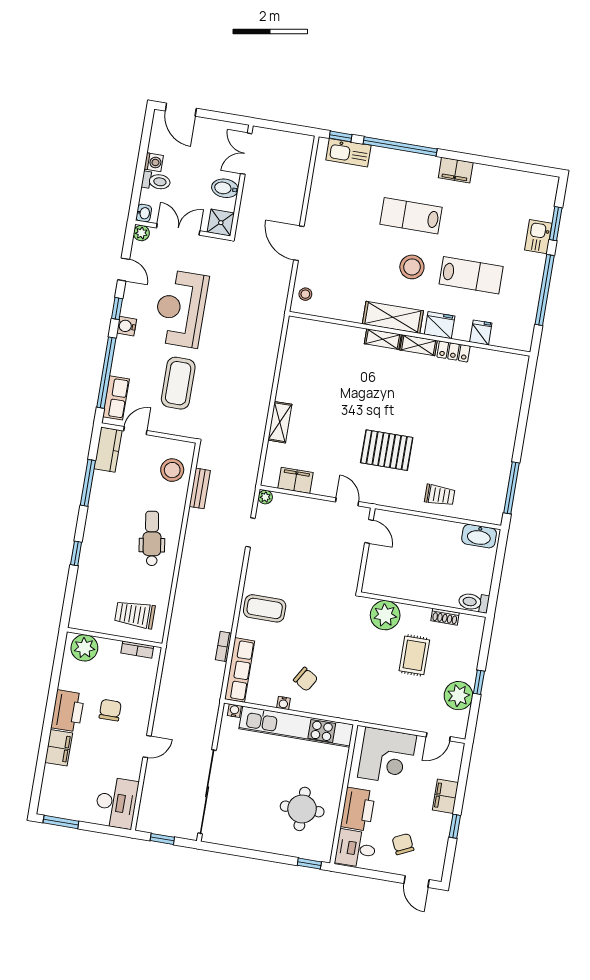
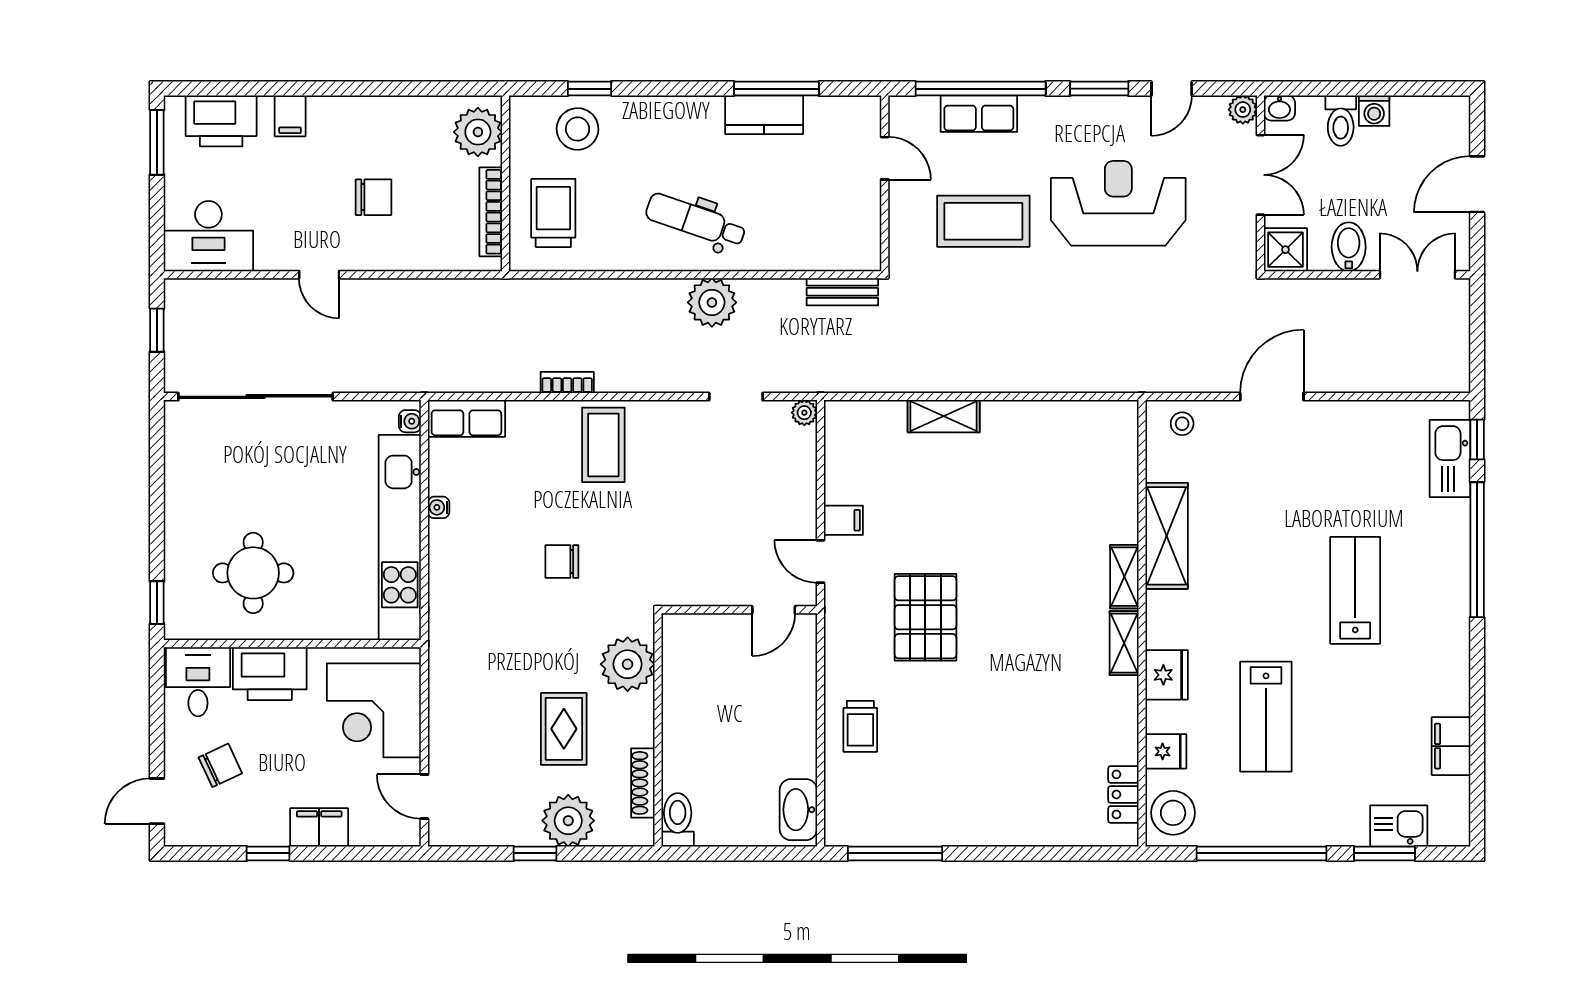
door: (181, 110) -> (1477, 184), moved
filing cabinet: (456, 170) -> (1451, 746), moved
kitchen sink: (538, 237) -> (1399, 826), moved
stool: (412, 267) -> (1173, 813), moved
window: (117, 309) -> (1099, 89), width x1.50
shelving: (393, 317) -> (1167, 536), moved
water cooler: (127, 326) -> (1071, 111), removed
locker: (454, 351) -> (1123, 794), moved
row of seats: (116, 398) -> (979, 114), moved
kitchen counter: (108, 450) -> (764, 115), moved
stool: (172, 470) -> (578, 129), moved
filing cabinet: (296, 480) -> (843, 520), moved, width x0.50
bench: (200, 488) -> (842, 292), moved
door: (347, 502) -> (820, 561), swing flipped
plant: (198, 537) -> (712, 302), added
dental chair: (152, 538) -> (696, 221), turned -152
window: (76, 553) -> (590, 89), moved
shoe rack: (445, 617) -> (643, 783), width x1.43
bookcase: (224, 647) -> (567, 383), moved
bookcase: (137, 650) -> (491, 212), width x1.56
rug: (414, 655) -> (564, 729), turned 90
row of seats: (240, 670) -> (466, 418), width x0.68
chair: (306, 679) -> (562, 562), moved, turned 59
plant: (459, 696) -> (568, 821), moved
printer: (68, 711) -> (221, 121), moved
filing cabinet: (59, 748) -> (290, 116), width x0.50

